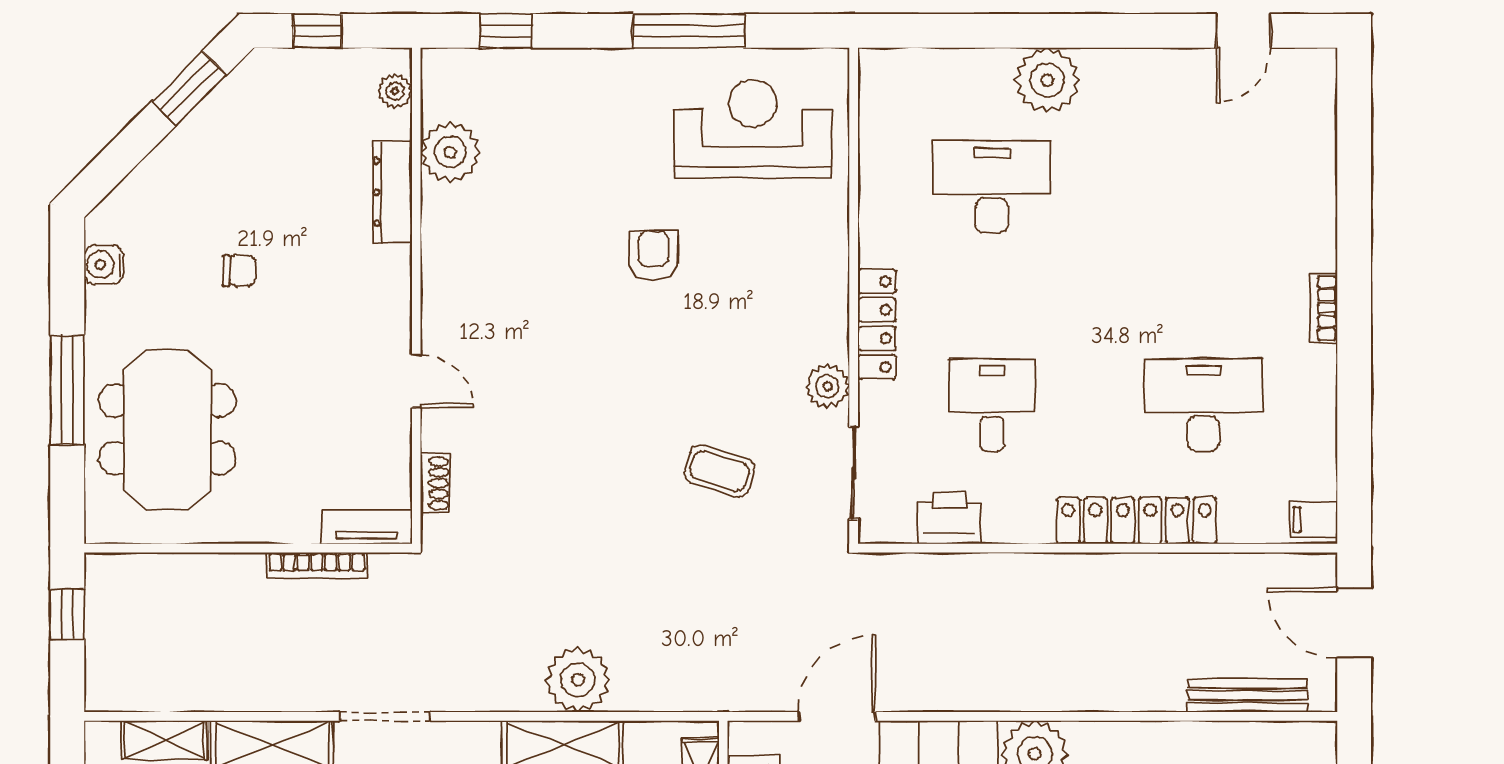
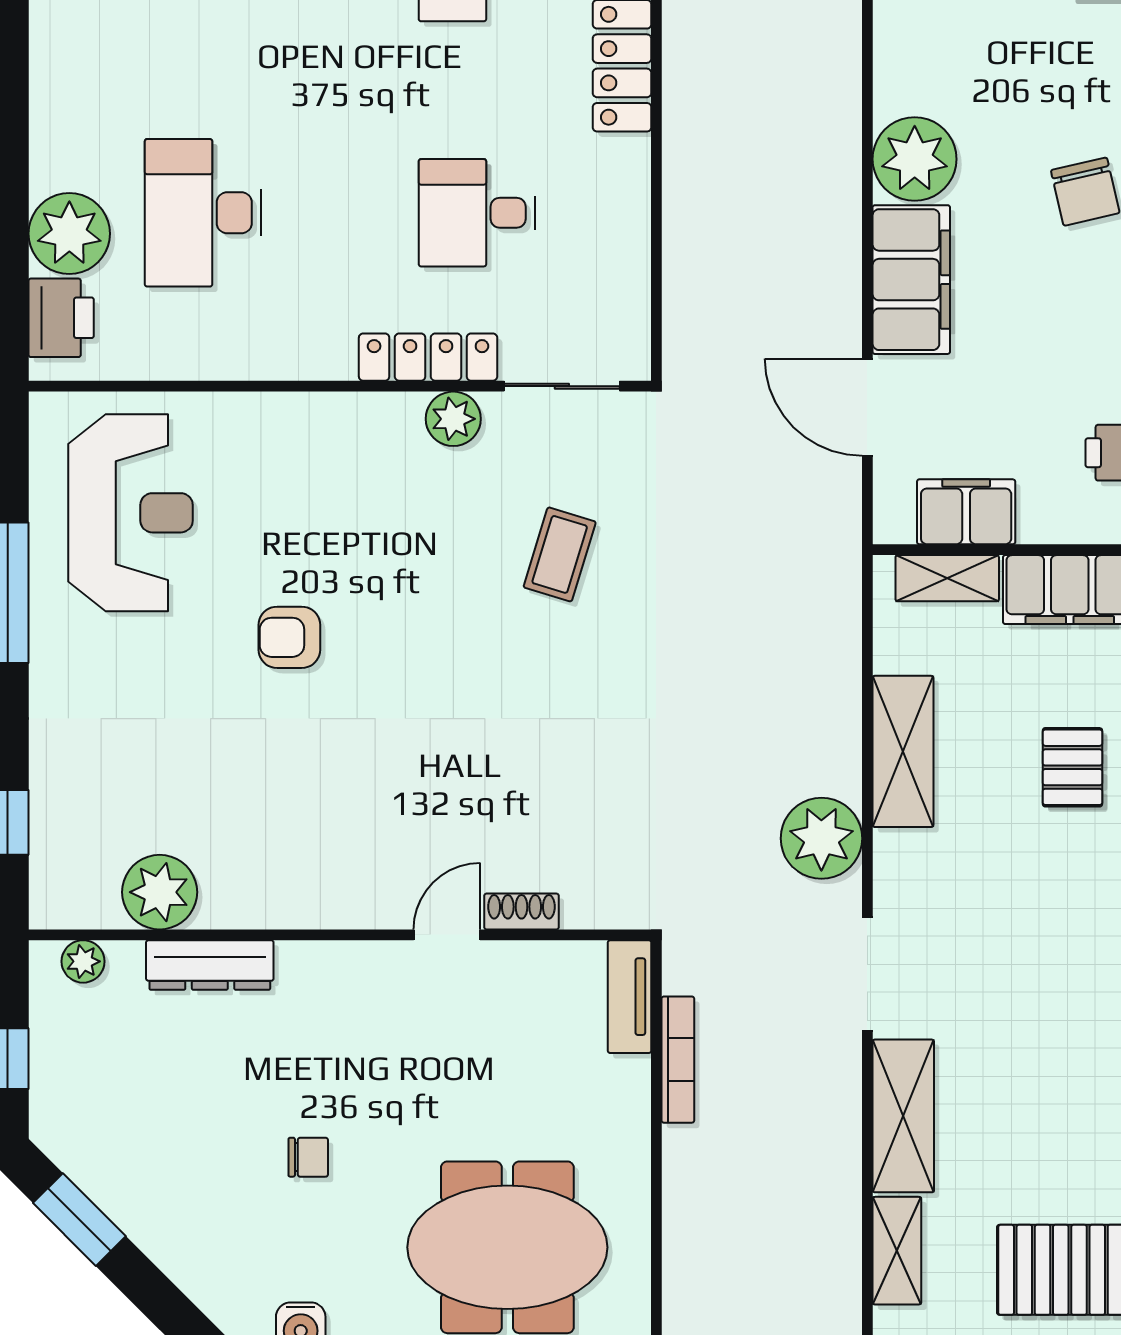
plant: (1047, 80) -> (69, 234), moved
reception desk: (753, 129) -> (131, 513), turned 180
chair: (239, 271) -> (308, 1157), turned 90
locker: (877, 324) -> (428, 357), moved
shoe rack: (435, 483) -> (522, 911), moved
printer: (949, 518) -> (61, 318), moved, turned 180
plant: (578, 680) -> (821, 838), moved

